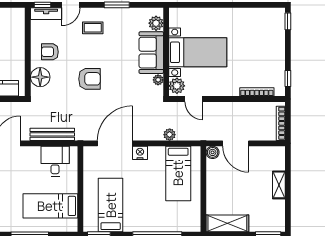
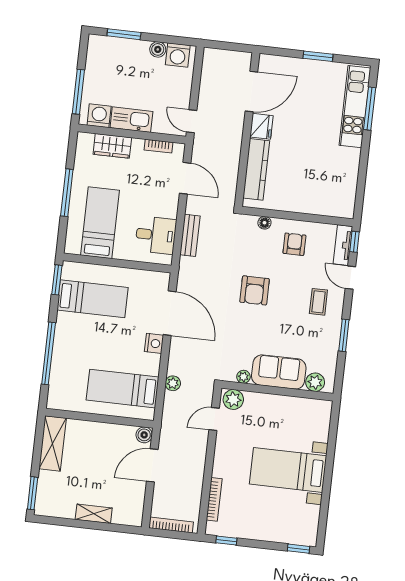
bed with nightstands: (198, 52) -> (288, 470), moved, turned 90
floor lamp: (40, 77) -> (264, 223), width x0.53, depth x0.53
bench: (52, 134) -> (190, 235), width x0.73

